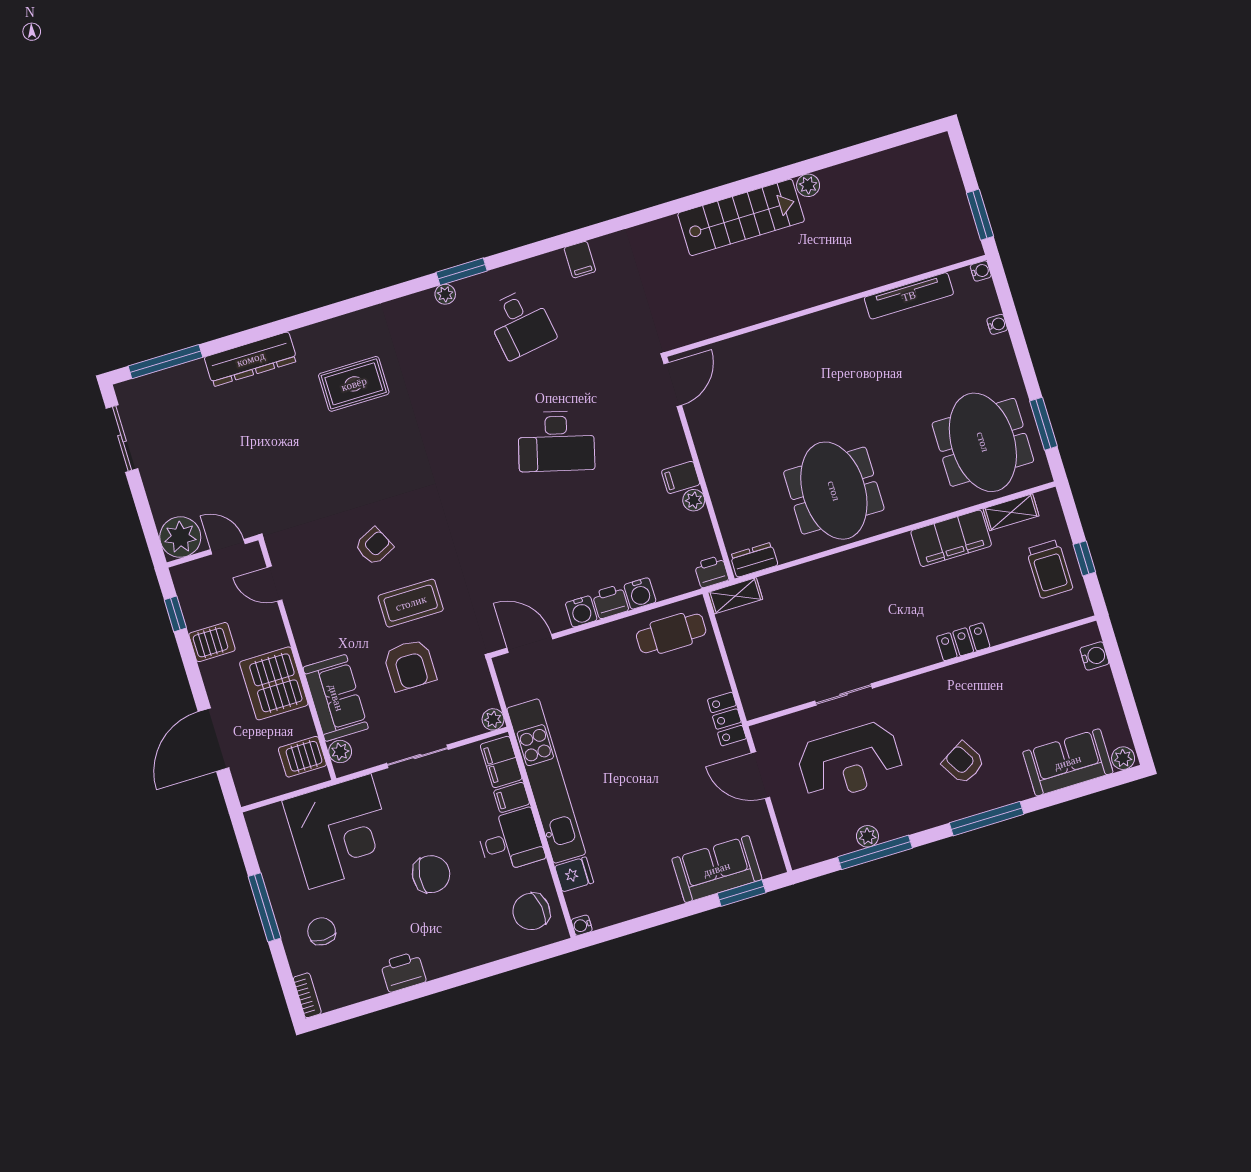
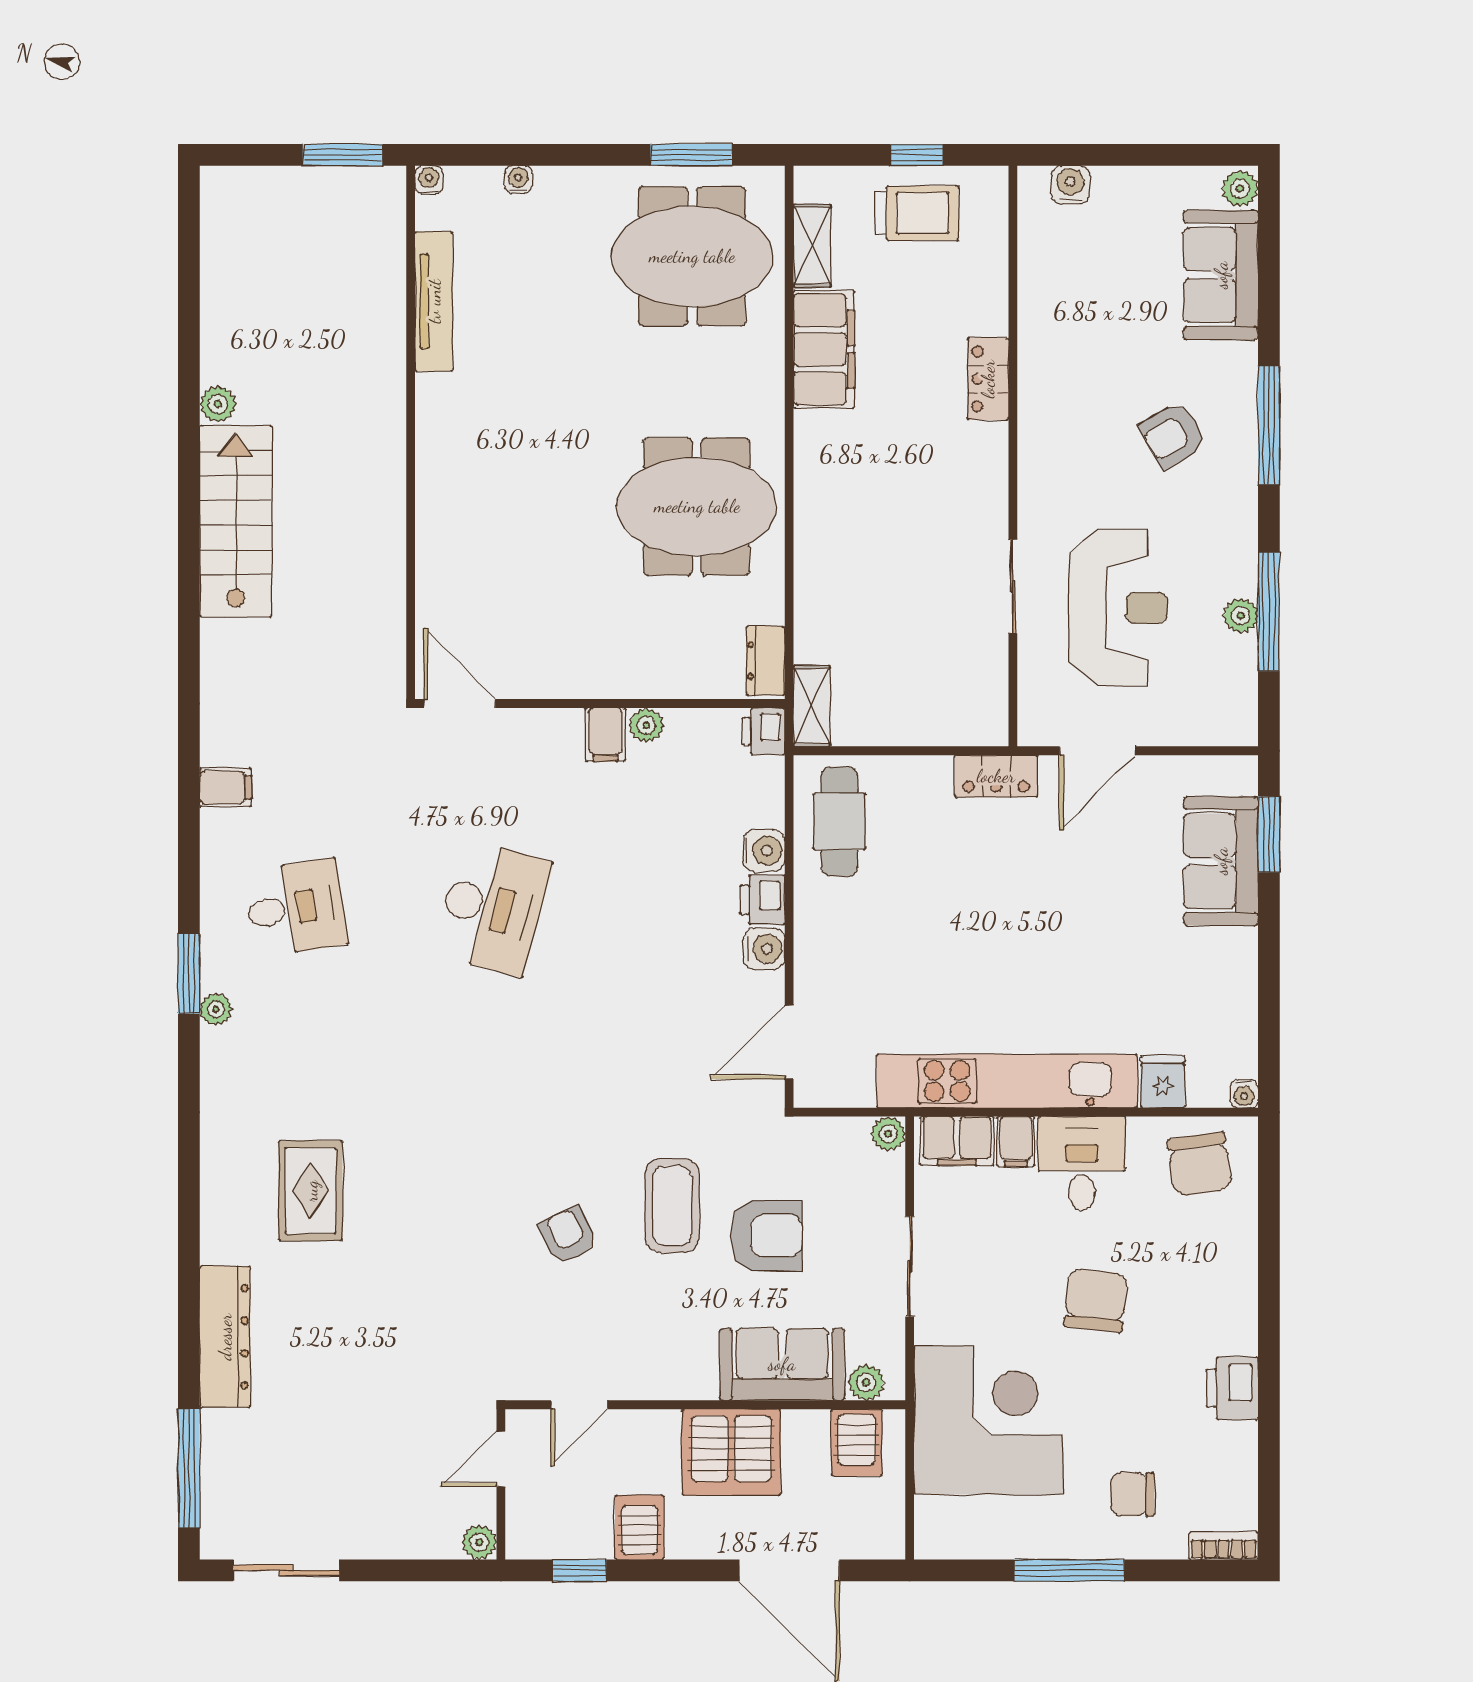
plant: (180, 537) -> (479, 1542), width x0.53, depth x0.53

